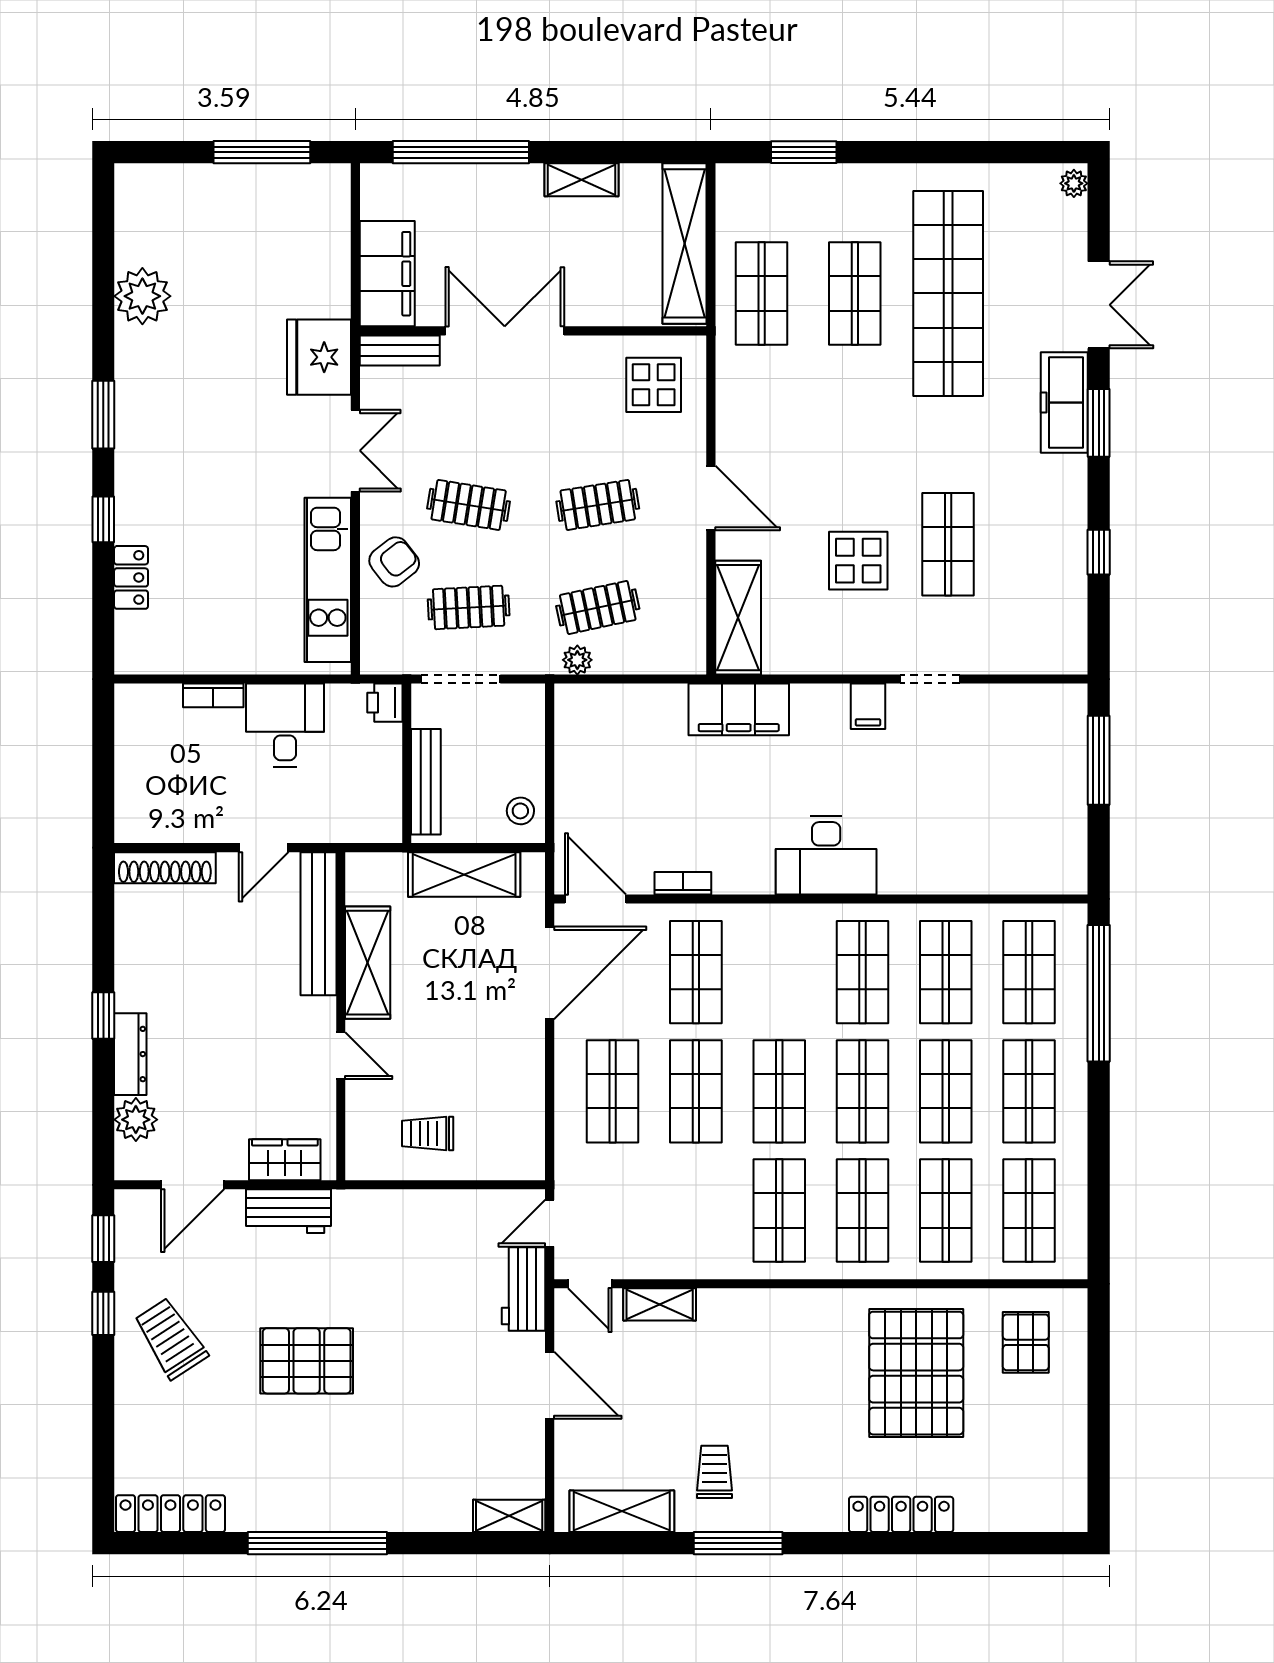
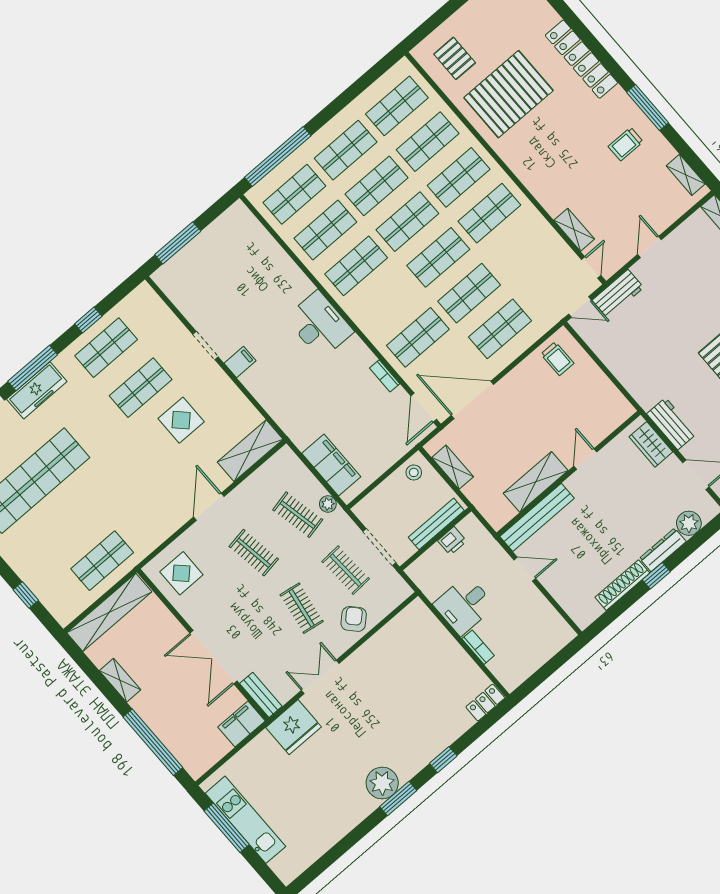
window: (804, 152) -> (26, 595), width x0.67
filing cabinet: (387, 274) -> (241, 724), width x0.67, depth x0.86
shop shelf: (855, 293) -> (106, 348), moved
plant: (142, 296) -> (382, 783), moved
window: (1099, 423) -> (33, 368), width x1.44
armchair: (394, 562) -> (354, 619), turned 85
locker: (131, 577) -> (485, 703), moved
kitchen unit: (328, 580) -> (245, 820), moved, turned -90
printer: (385, 703) -> (452, 541), moved
filing cabinet: (739, 709) -> (331, 465), moved
shoe rack: (165, 868) -> (622, 585), moved, turned -90
shelving: (464, 874) -> (453, 467), width x0.67, depth x0.75
trolley: (428, 1134) -> (557, 359), moved
pallet: (1026, 1342) -> (455, 58), turned 90
door: (550, 1385) -> (650, 247), width x0.73
shelving: (622, 1511) -> (686, 175), width x0.67, depth x0.75
locker: (901, 1514) -> (581, 59), width x1.41, depth x1.21

